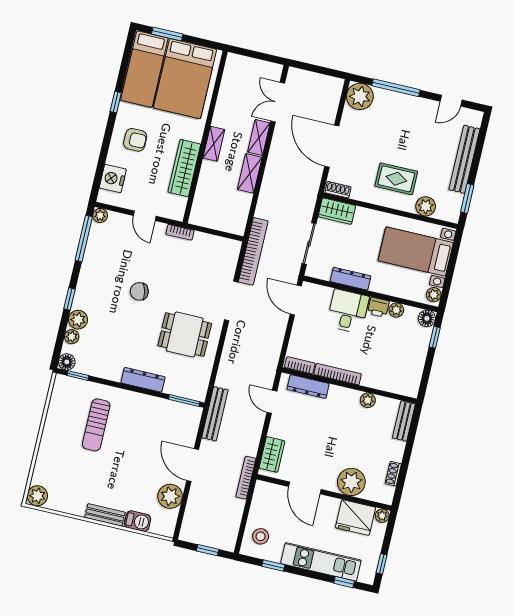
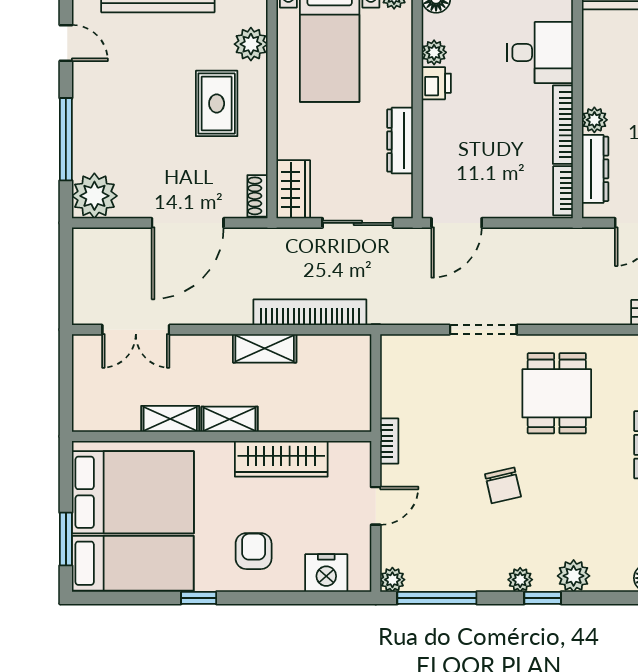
shelving: (259, 137) -> (170, 419), moved
bookcase: (253, 251) -> (310, 312), moved
desk: (348, 311) -> (540, 52), moved, turned 180
plant: (72, 337) -> (520, 580), moved
plant: (368, 400) -> (594, 120), moved

